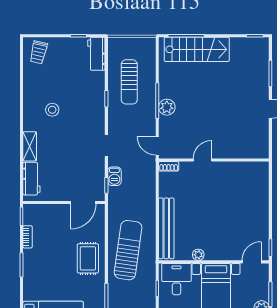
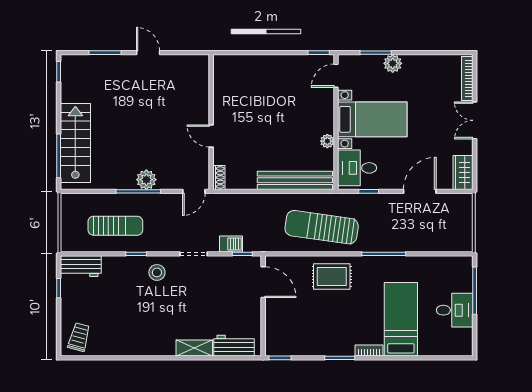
trolley: (39, 52) -> (79, 337), turned -88
stool: (52, 110) -> (157, 272), moved
bookcase: (28, 237) -> (369, 351), moved
door: (252, 262) -> (336, 76), hinge flipped

